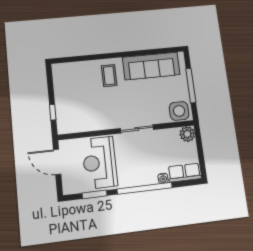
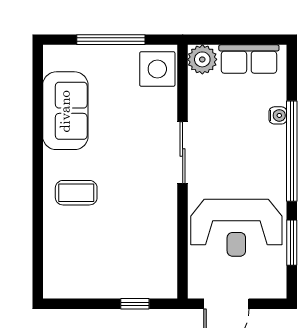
sofa: (151, 66) -> (65, 111), width x0.73
row of seats: (184, 173) -> (249, 59), moved, turned -90

